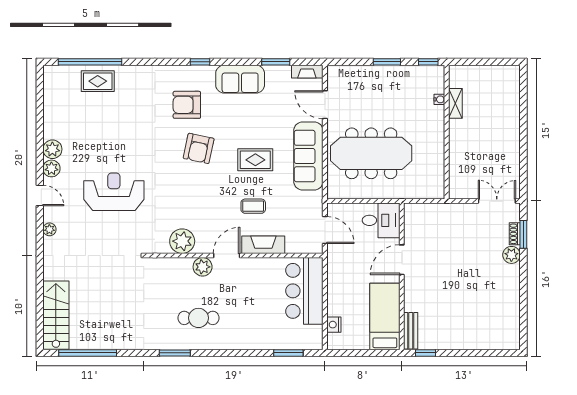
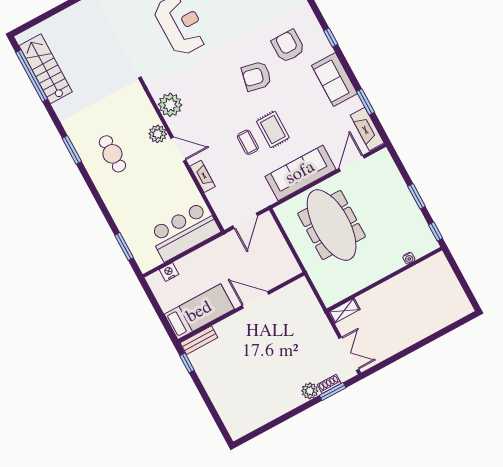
fireplace: (307, 72) -> (367, 129), width x1.37, depth x1.32
shelving: (455, 103) -> (344, 311), moved
coffee table: (253, 206) -> (248, 142), moved
desk: (381, 220) -> (279, 264), removed
fireplace: (263, 245) -> (203, 176), width x0.73, depth x0.76
stairs: (56, 315) -> (46, 69), moved, turned -90

